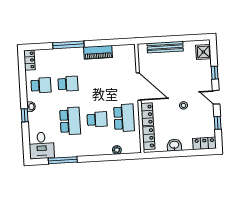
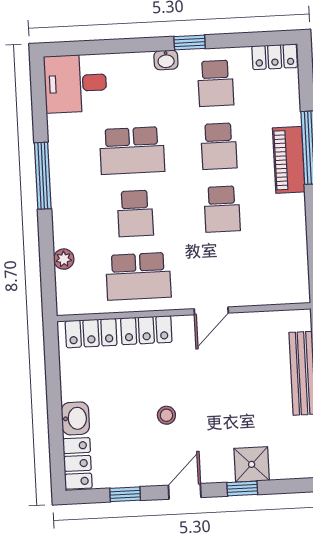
piano: (98, 52) -> (289, 160), moved
shower: (203, 52) -> (252, 464), moved
school desk: (95, 82) -> (222, 209), added
door: (139, 87) -> (211, 311), width x0.53
window: (25, 115) -> (190, 42), moved
washbasin: (174, 145) -> (75, 418), moved
window: (63, 160) -> (43, 176), moved

